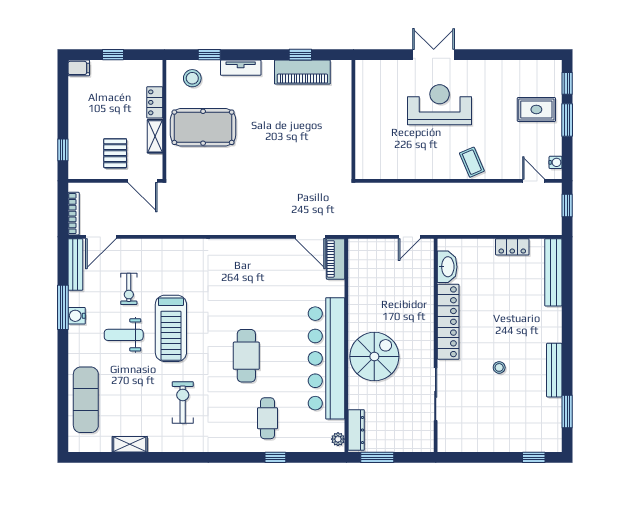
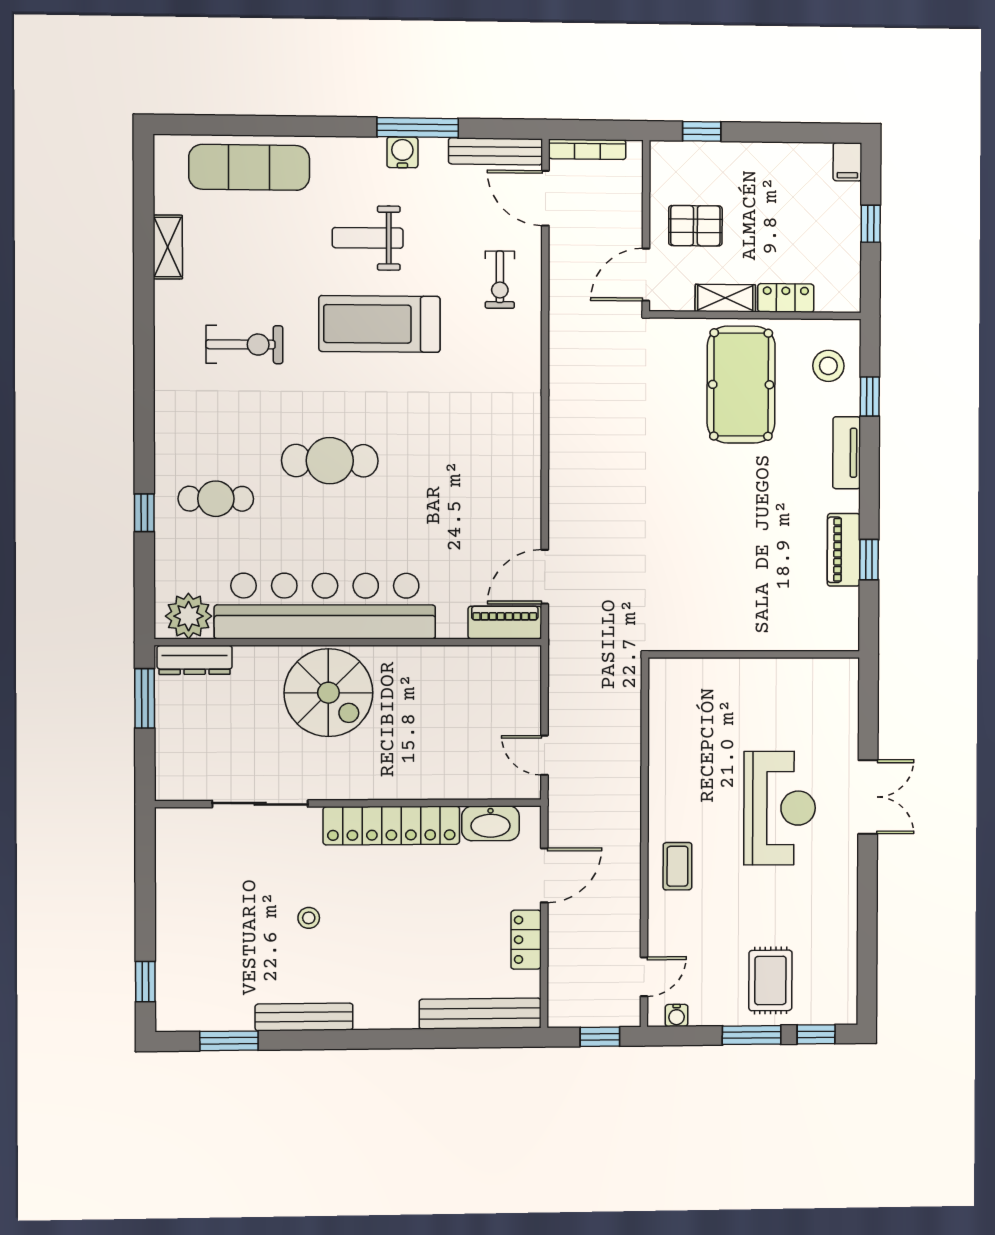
piano: (302, 72) -> (844, 550), width x0.73, depth x0.75
coffee table: (472, 162) -> (677, 866), turned -67
door: (476, 237) -> (544, 875), added
exercise bike: (129, 289) -> (500, 280), moved, turned -90
weight bench: (124, 335) -> (368, 238), turned -90
plant: (338, 439) -> (189, 616), width x1.87, depth x1.87

